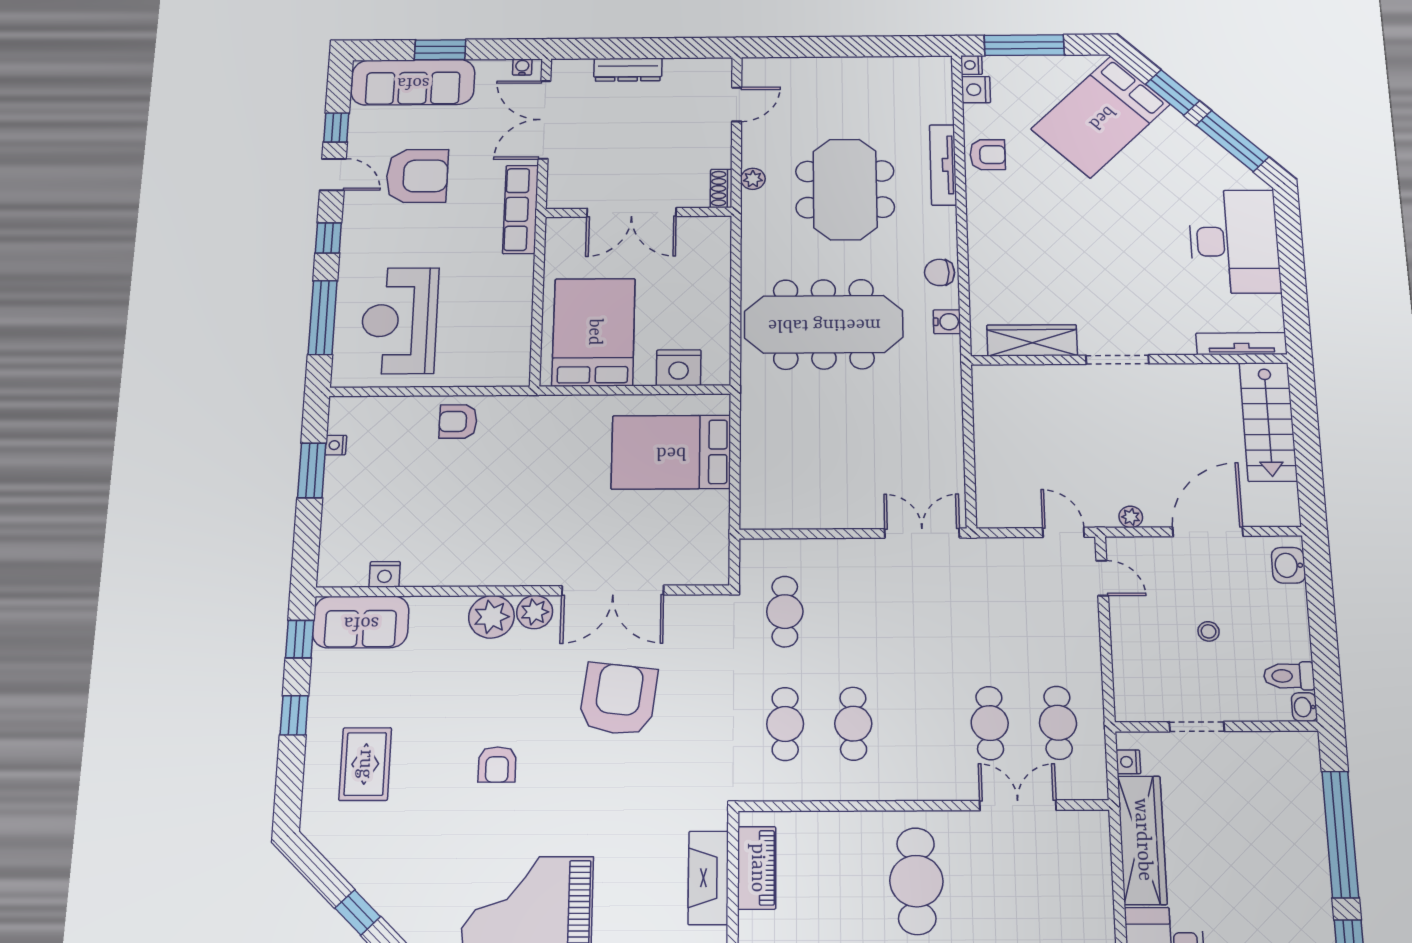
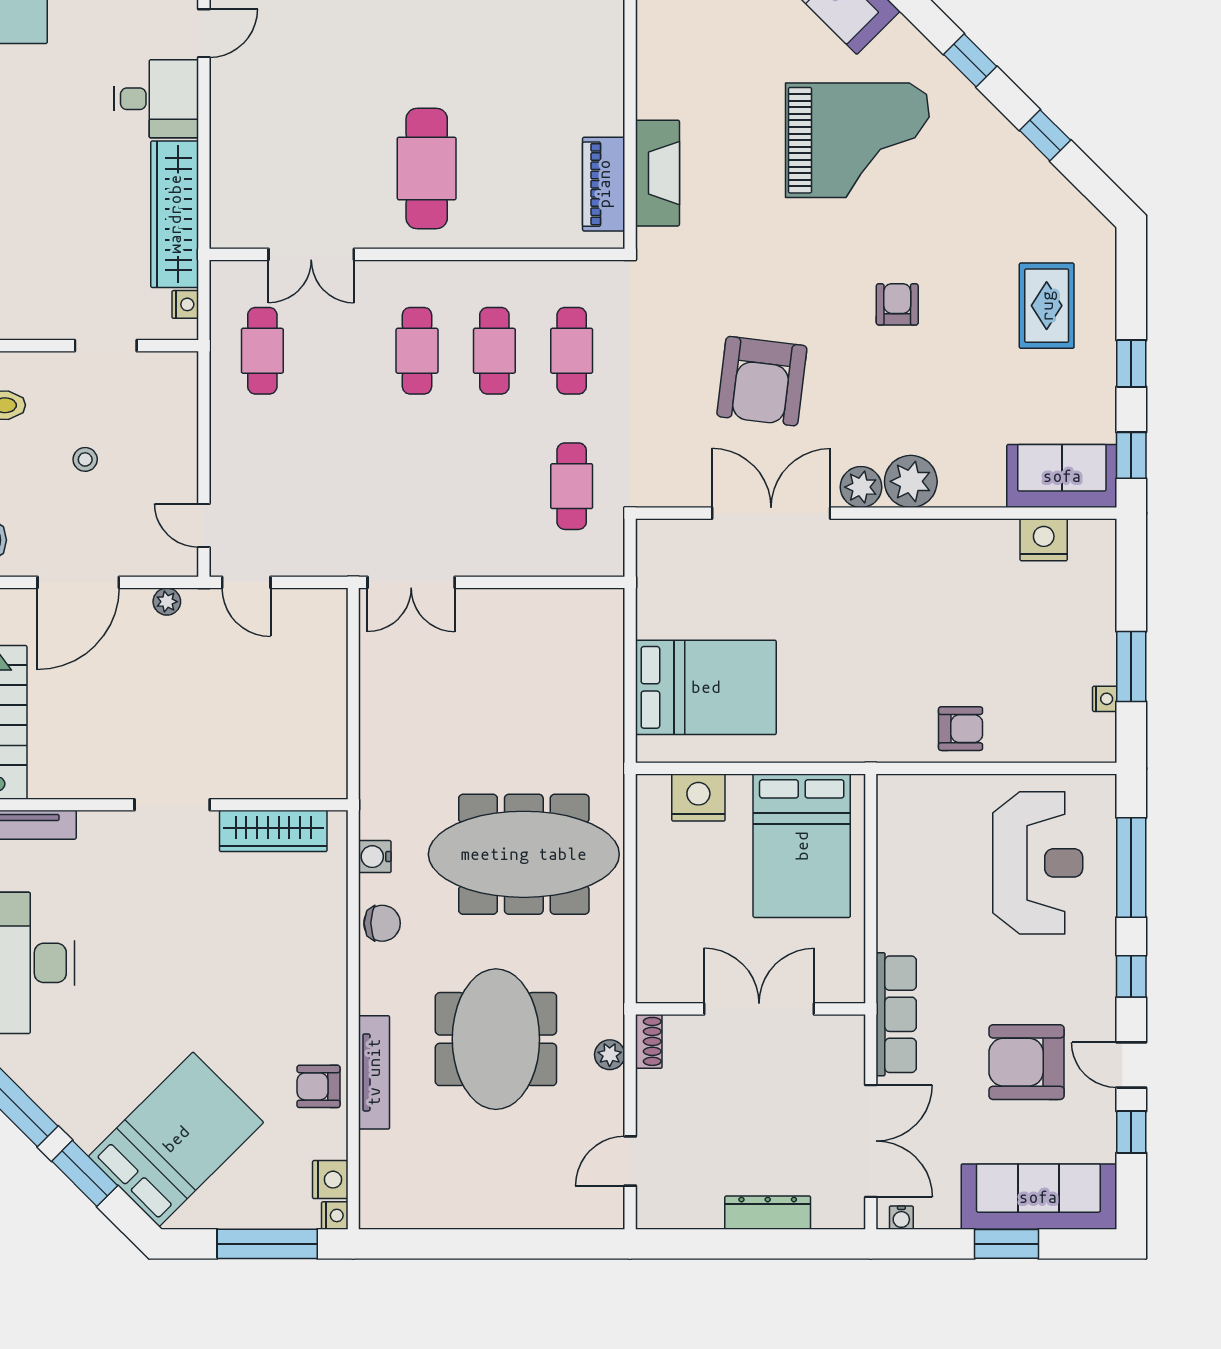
nightstand: (385, 574) -> (1044, 540), width x1.36, depth x1.33
cafe table: (990, 723) -> (417, 351), moved

